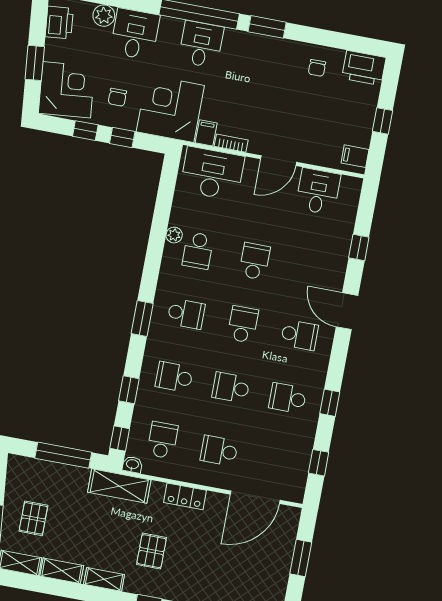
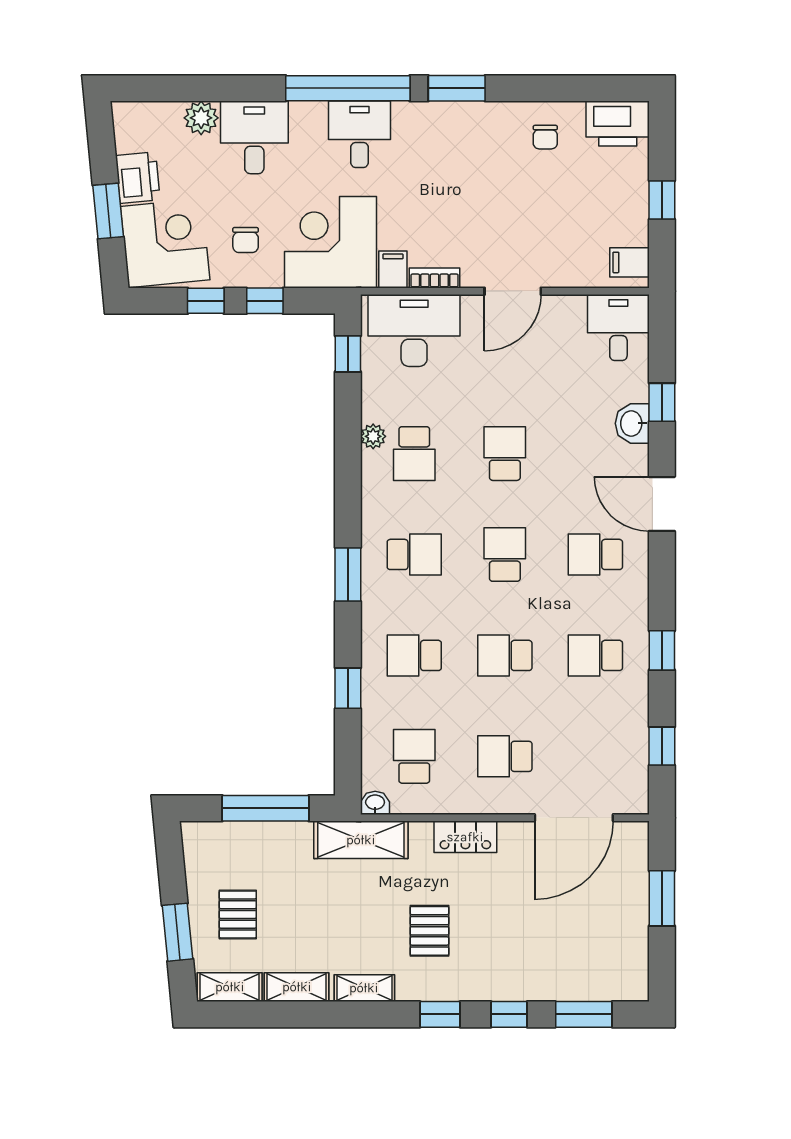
printer: (59, 23) -> (138, 178), moved
desk: (318, 191) -> (618, 328), moved
washbasin: (338, 257) -> (632, 423), added
school desk: (299, 335) -> (595, 554), turned 180
window: (120, 439) -> (348, 354), moved

